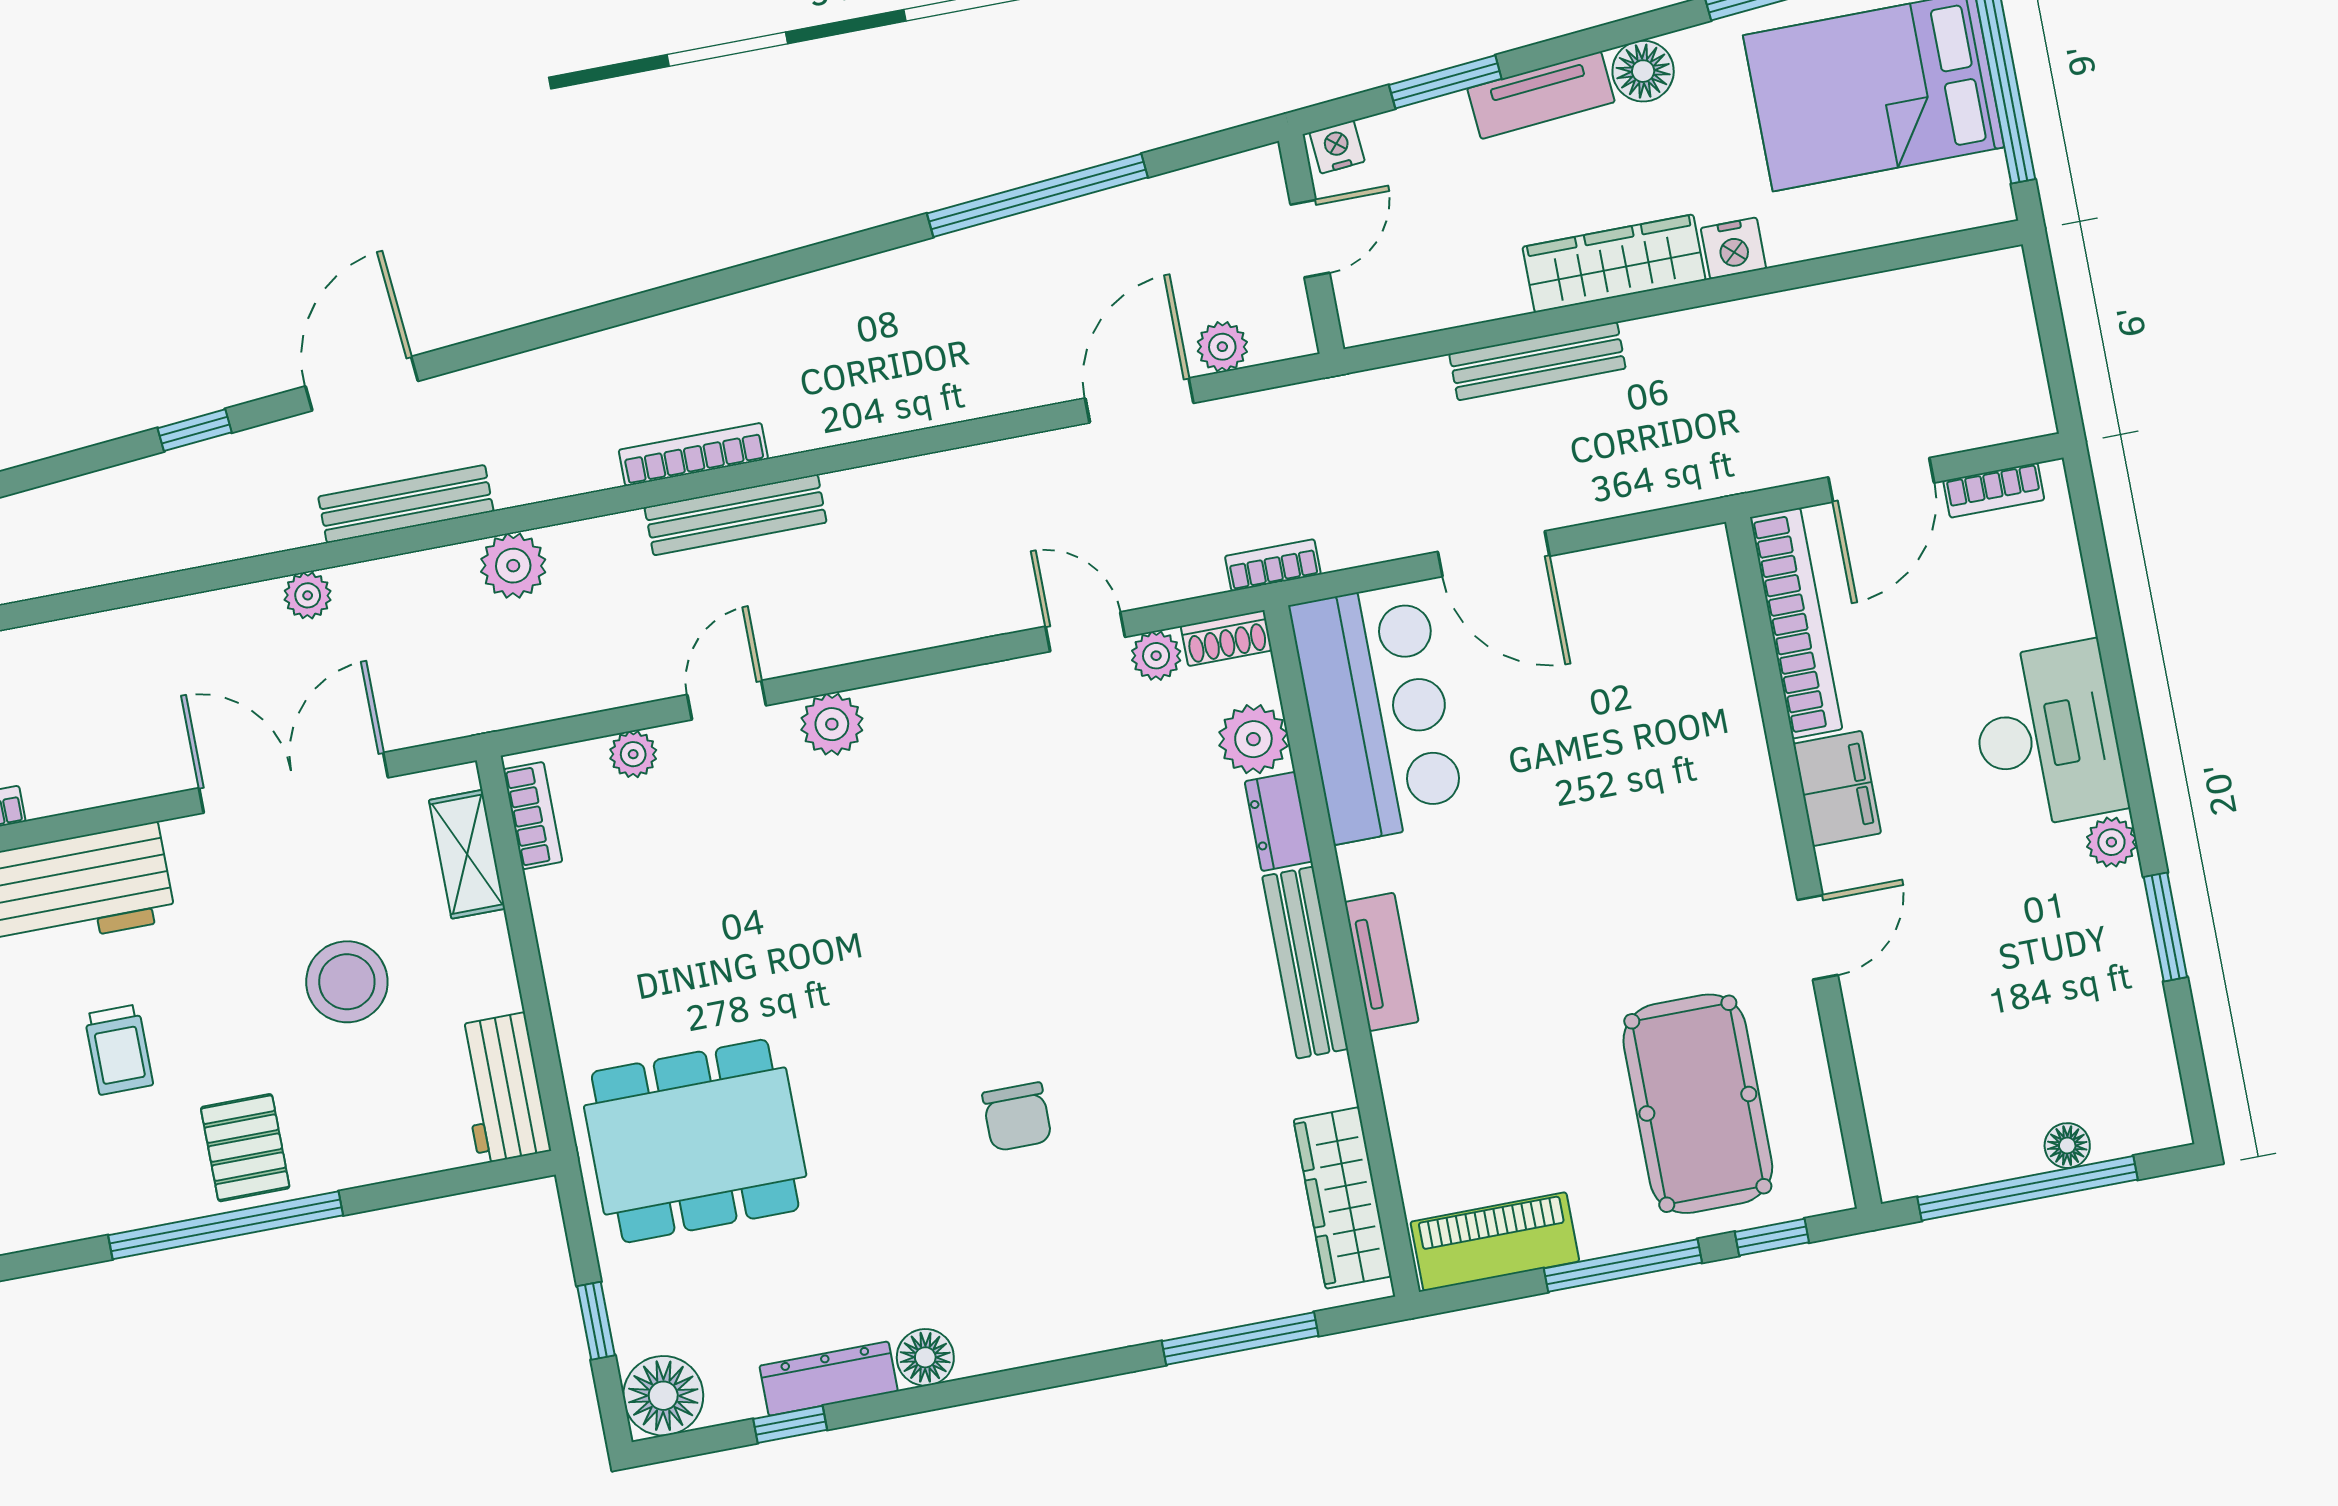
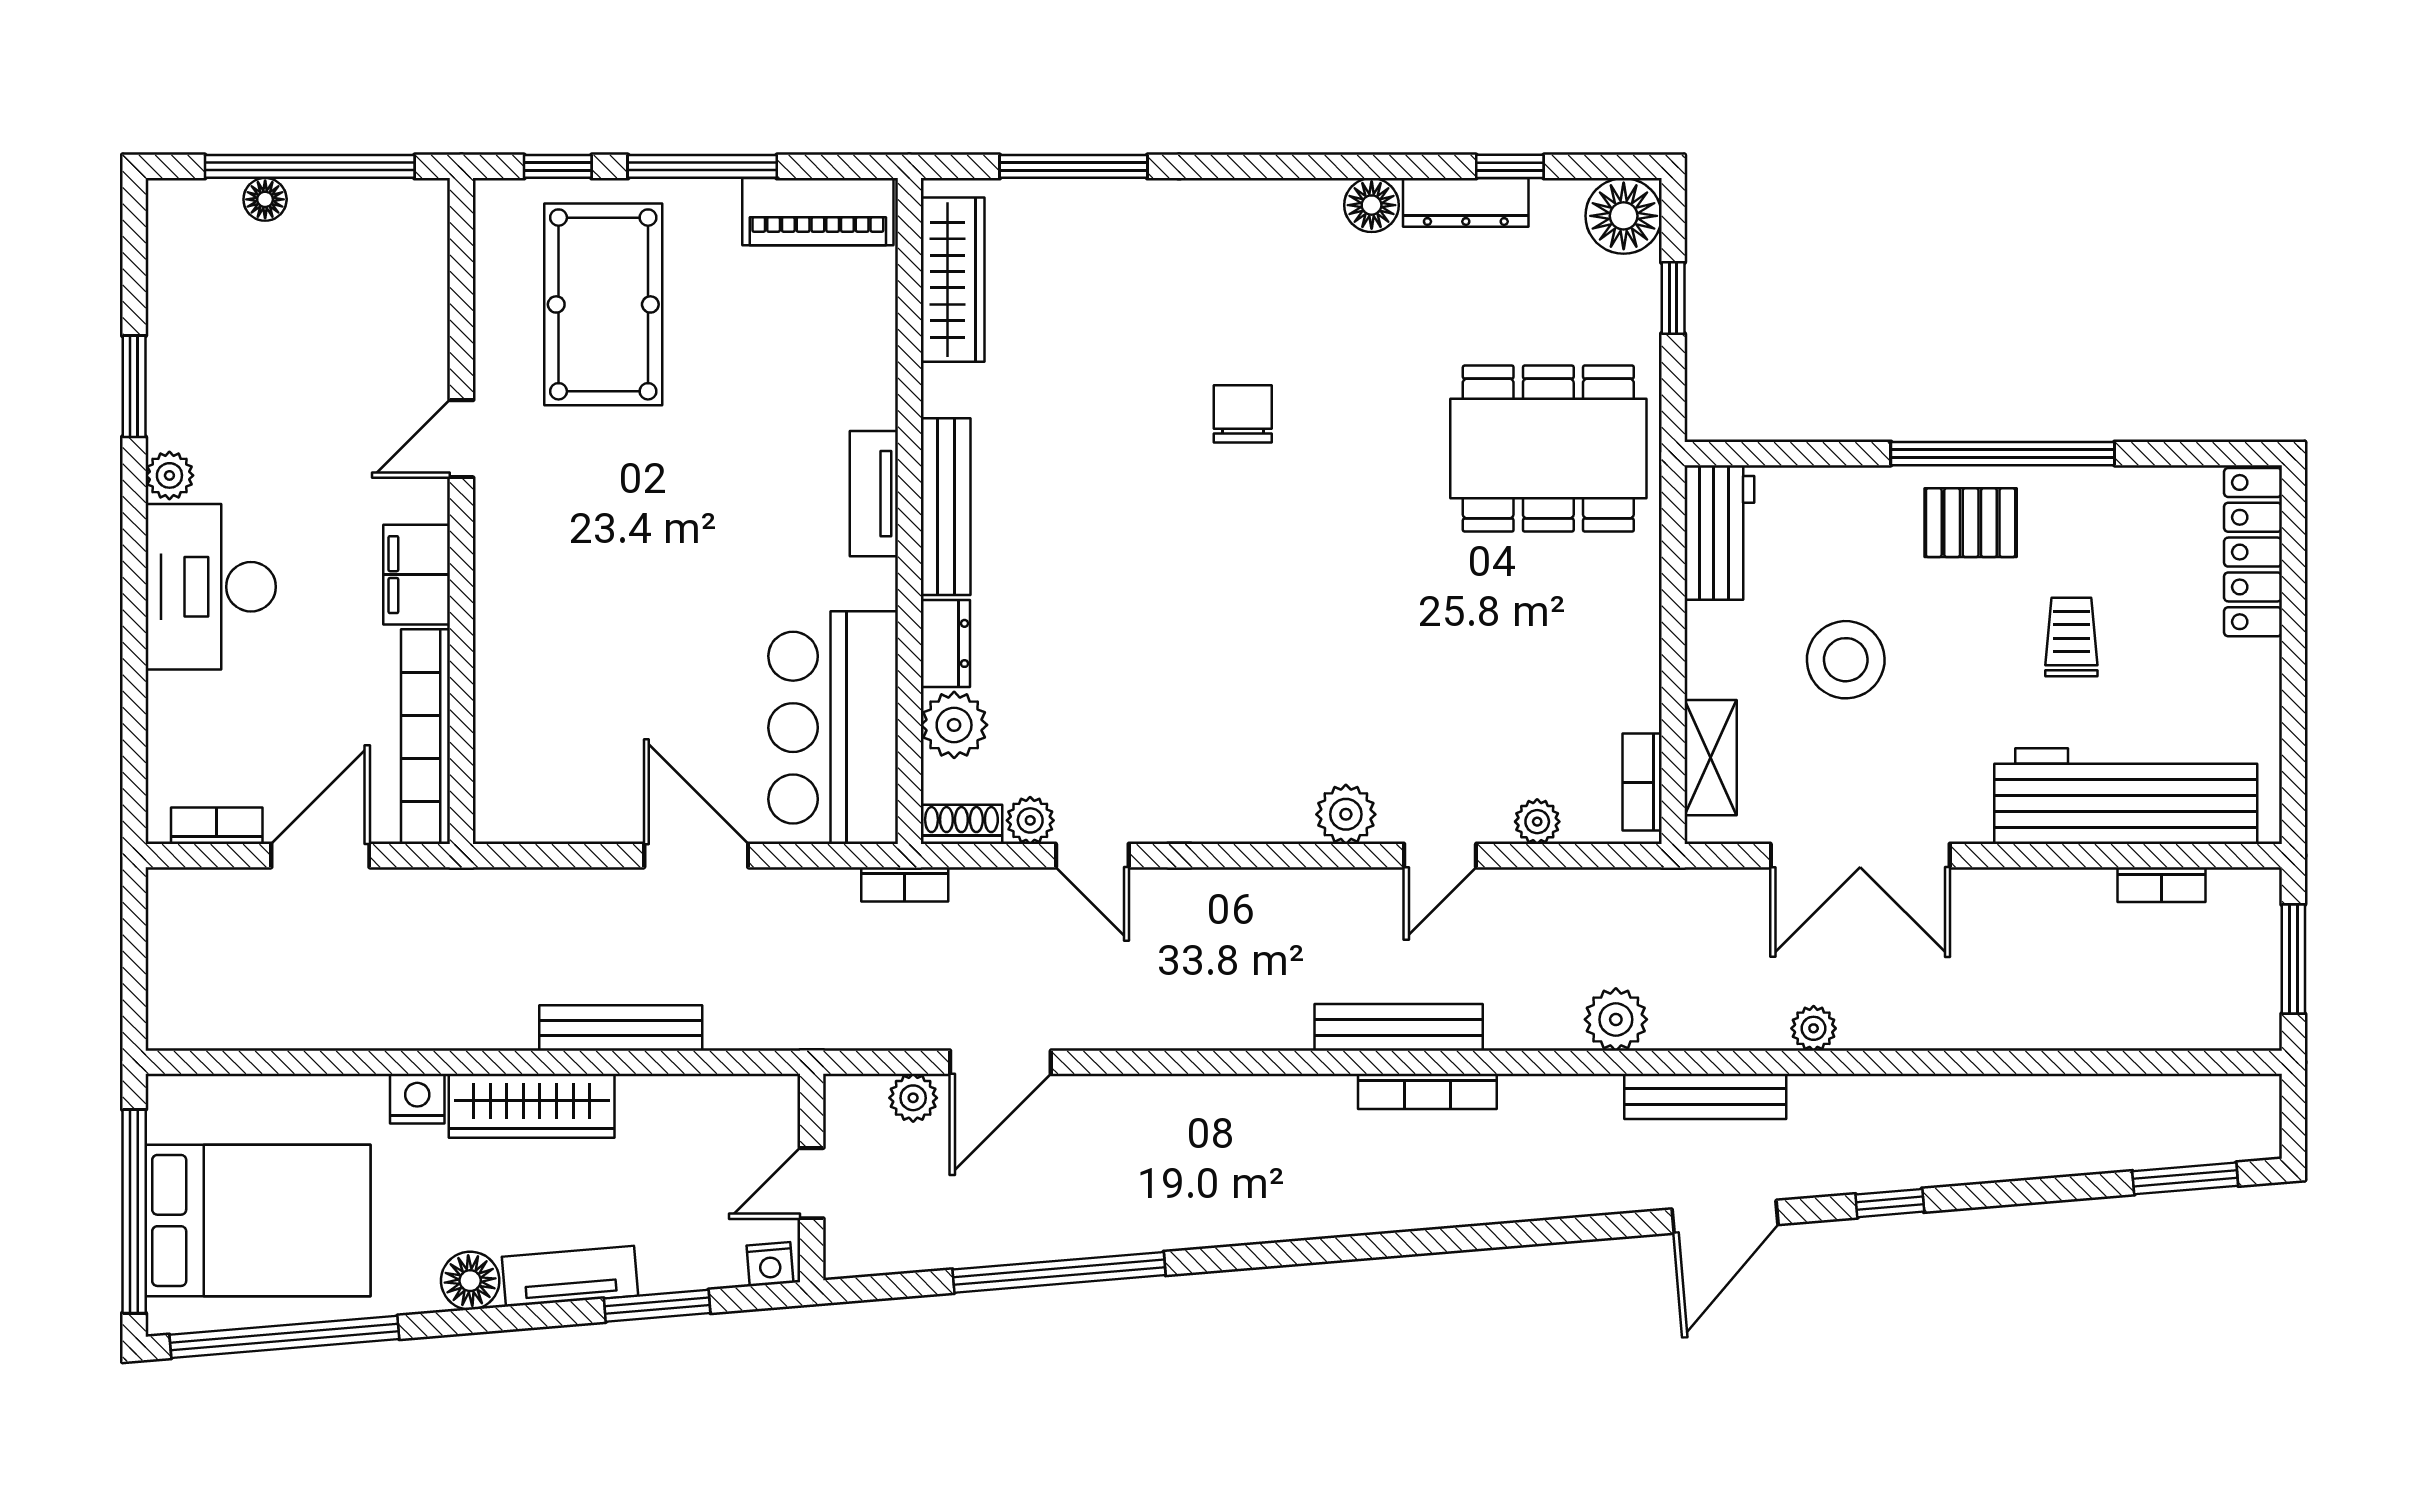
pallet: (245, 1148) -> (1971, 523), turned 90

